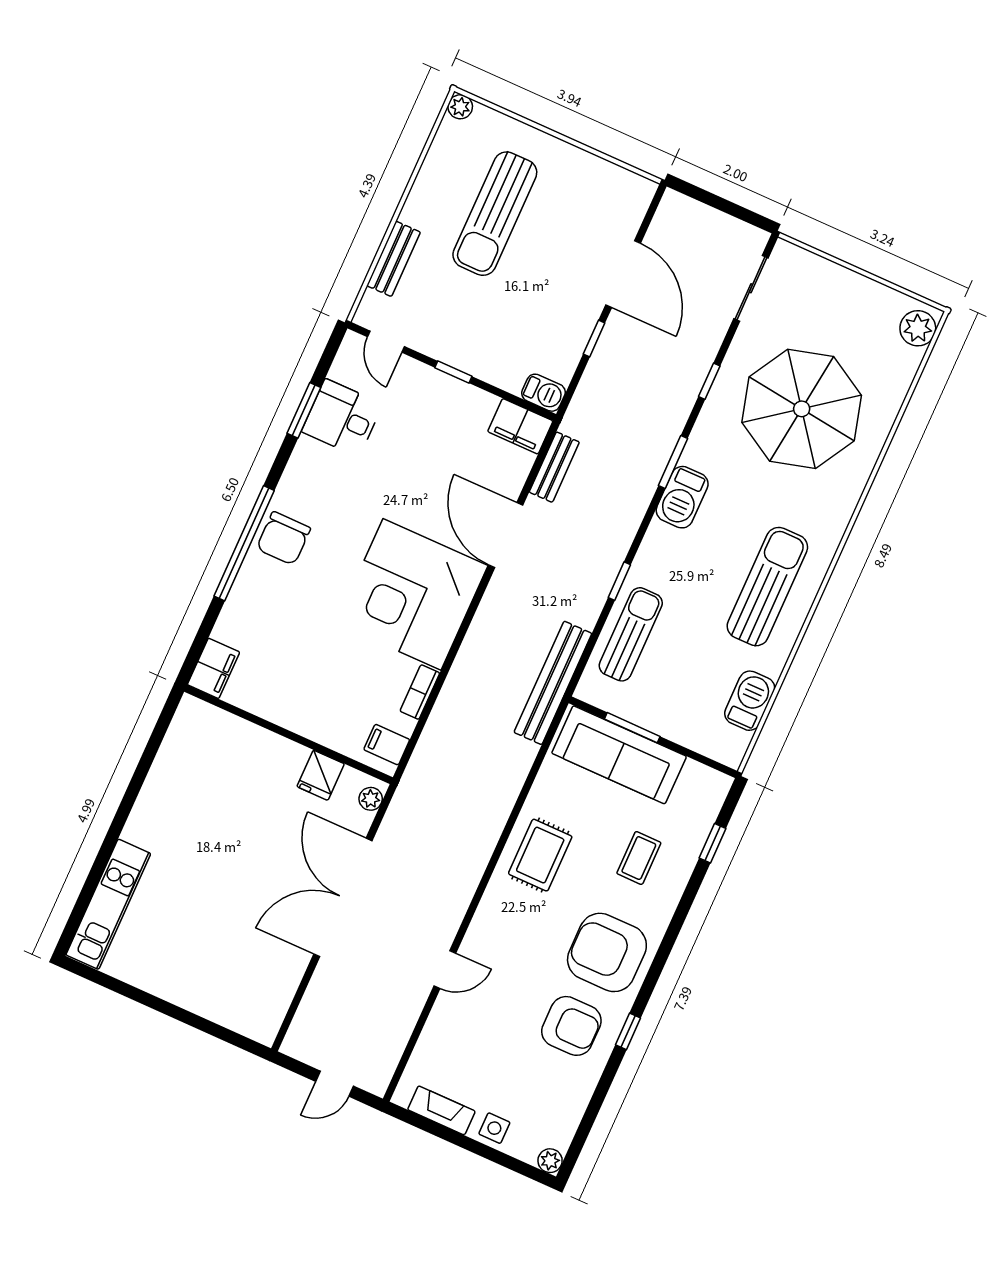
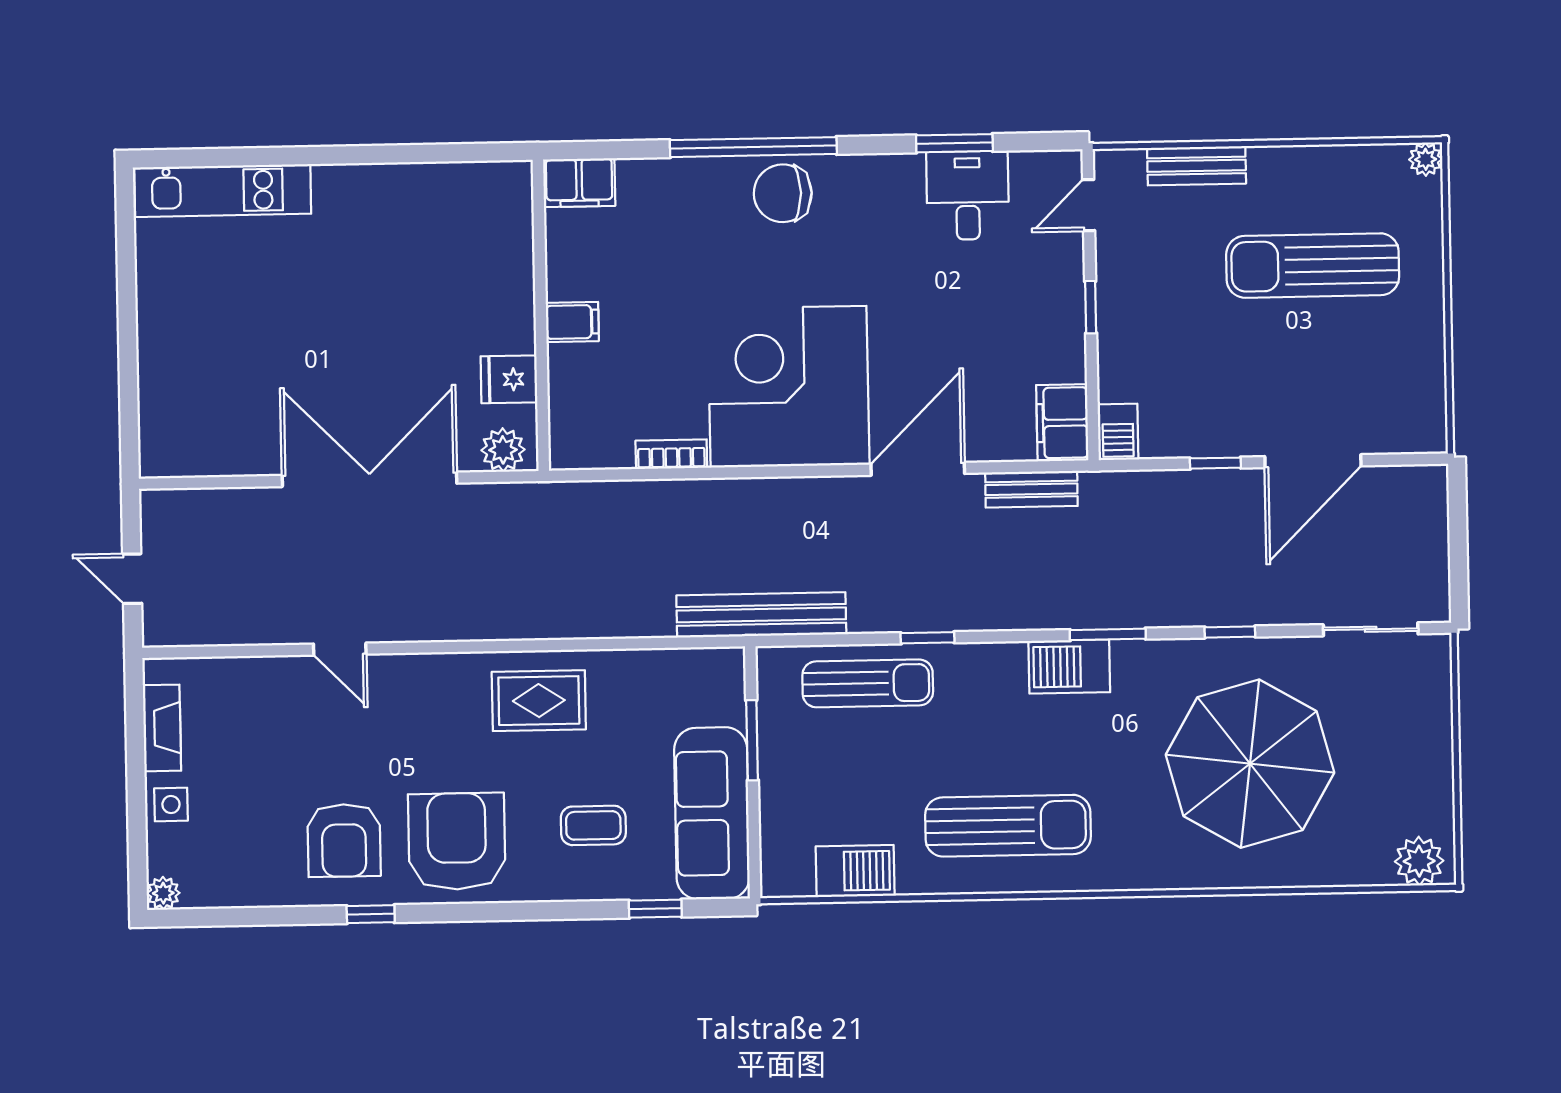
filing cabinet: (387, 745) -> (572, 322), moved, turned 90
sofa: (619, 755) -> (712, 813), moved
plant: (371, 799) -> (503, 450), width x1.38, depth x1.38

